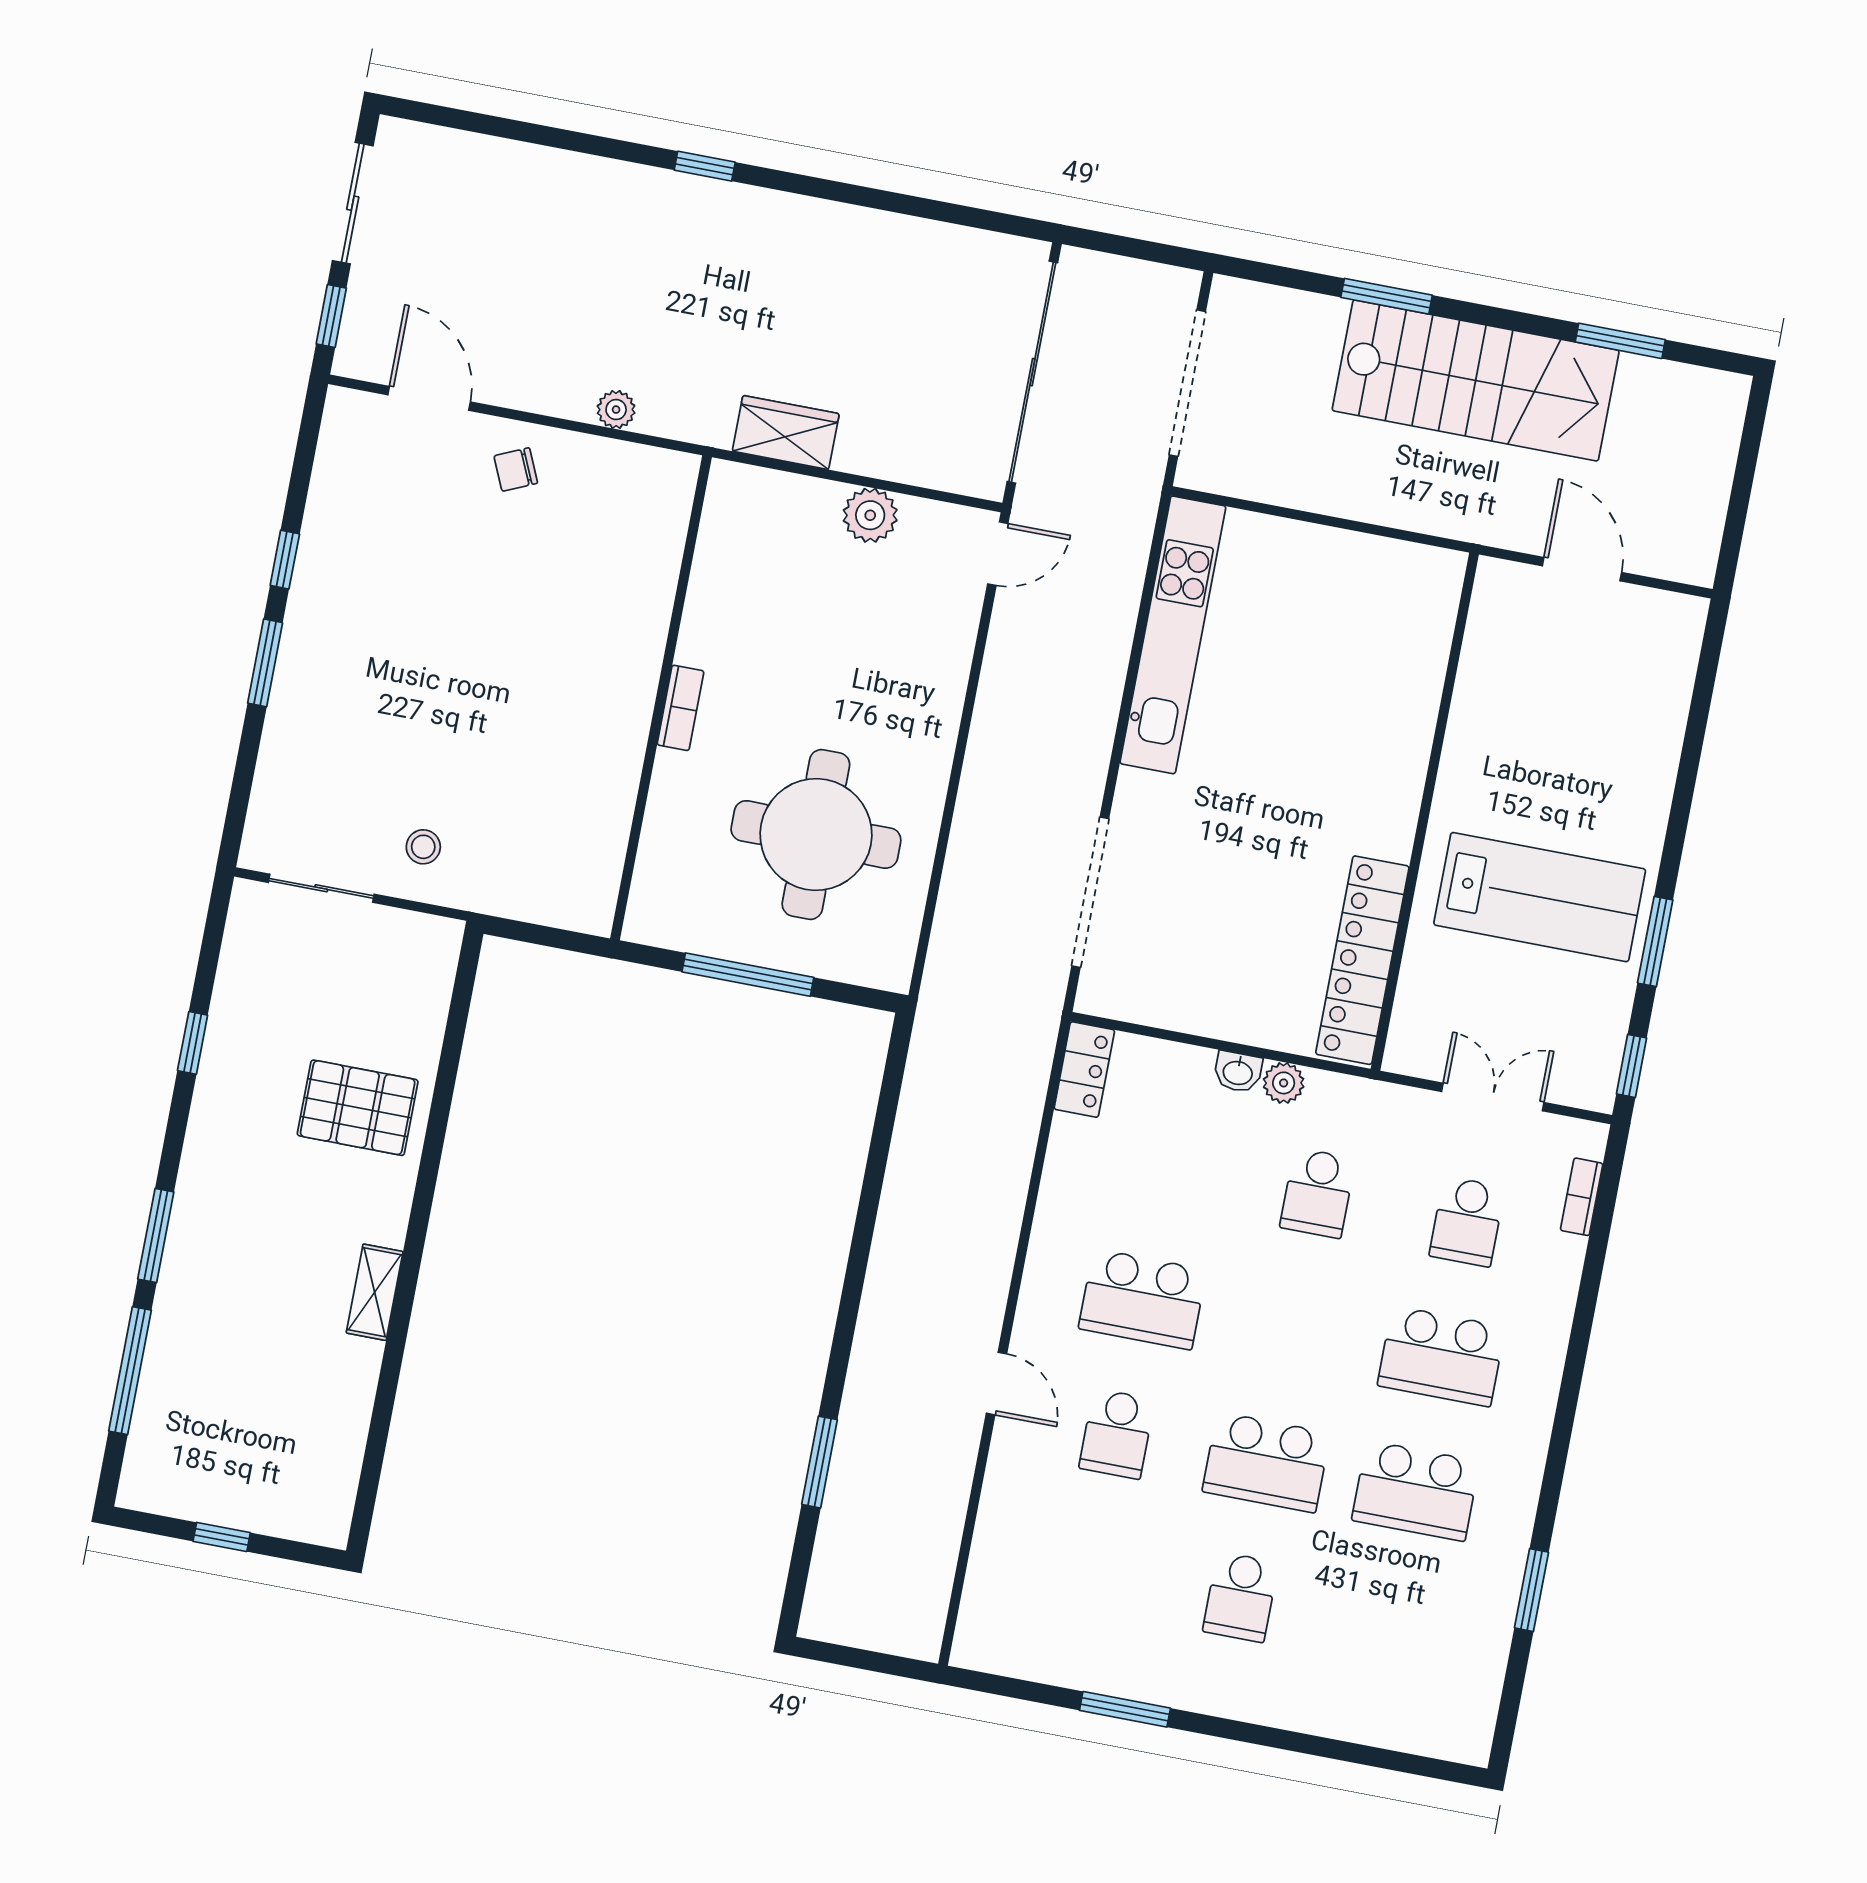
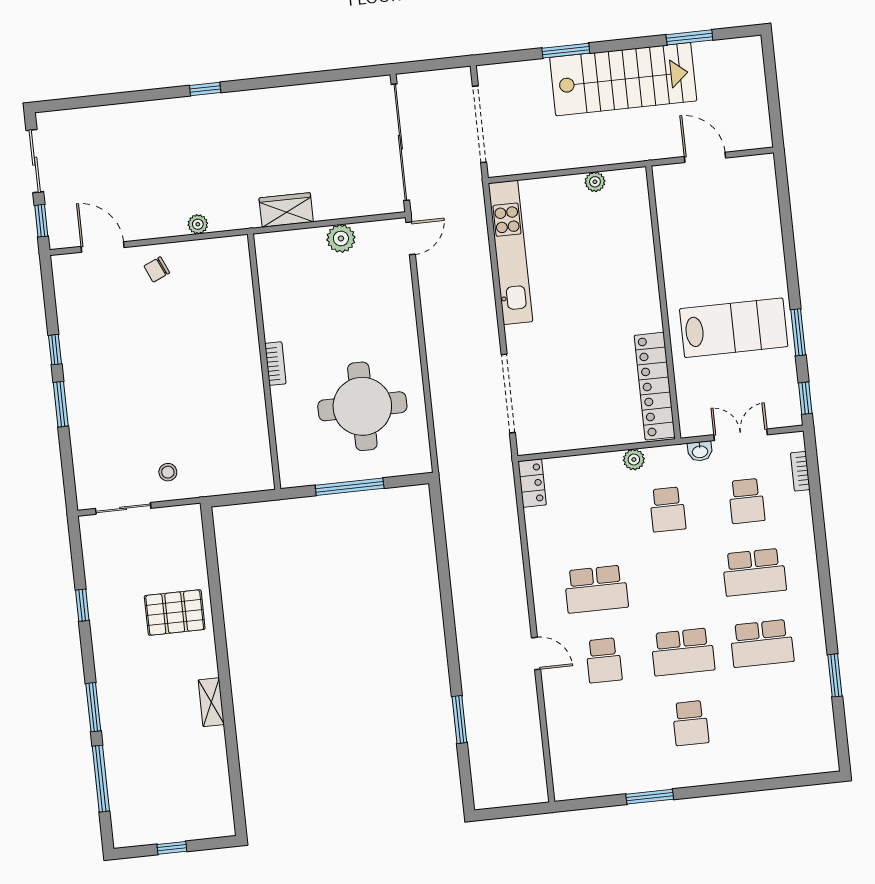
plant: (1367, 553) -> (595, 182), added
washbasin: (1238, 1072) -> (700, 451), moved

